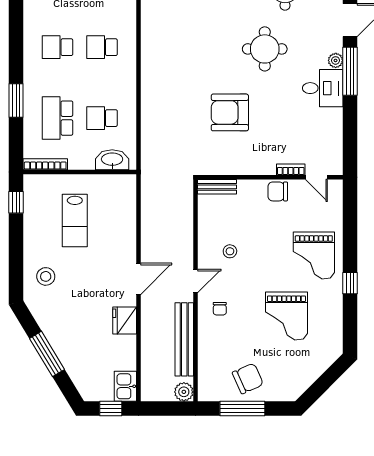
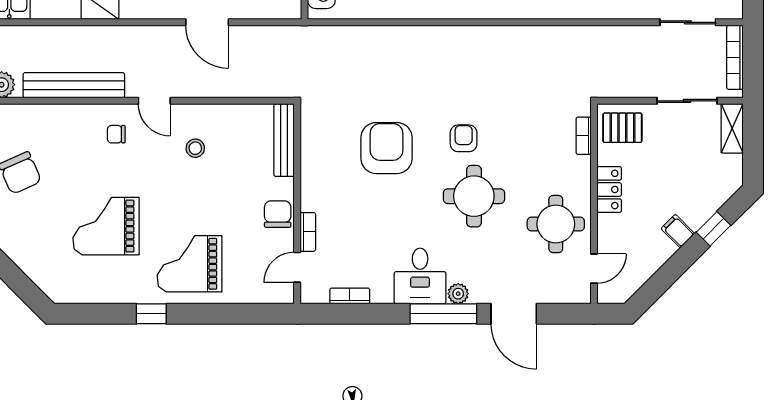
armchair: (223, 57) -> (464, 138), added
bookcase: (337, 139) -> (350, 296), added
bench: (217, 187) -> (284, 140), width x1.36
door: (139, 279) -> (207, 22), moved

